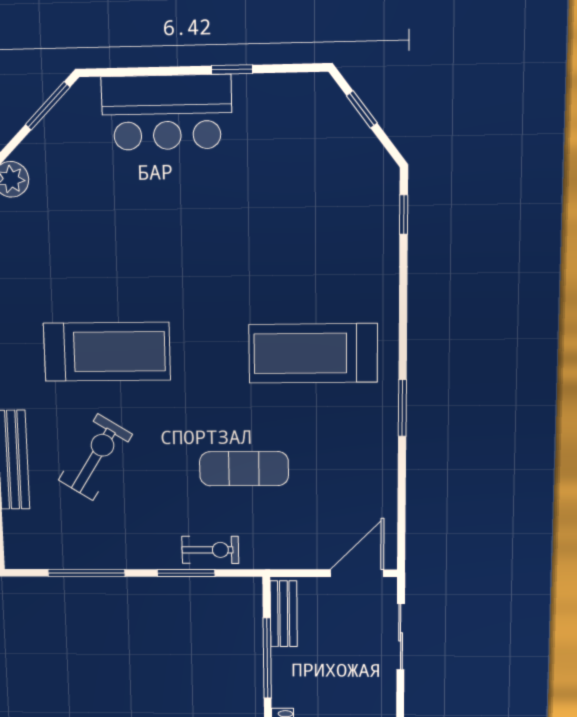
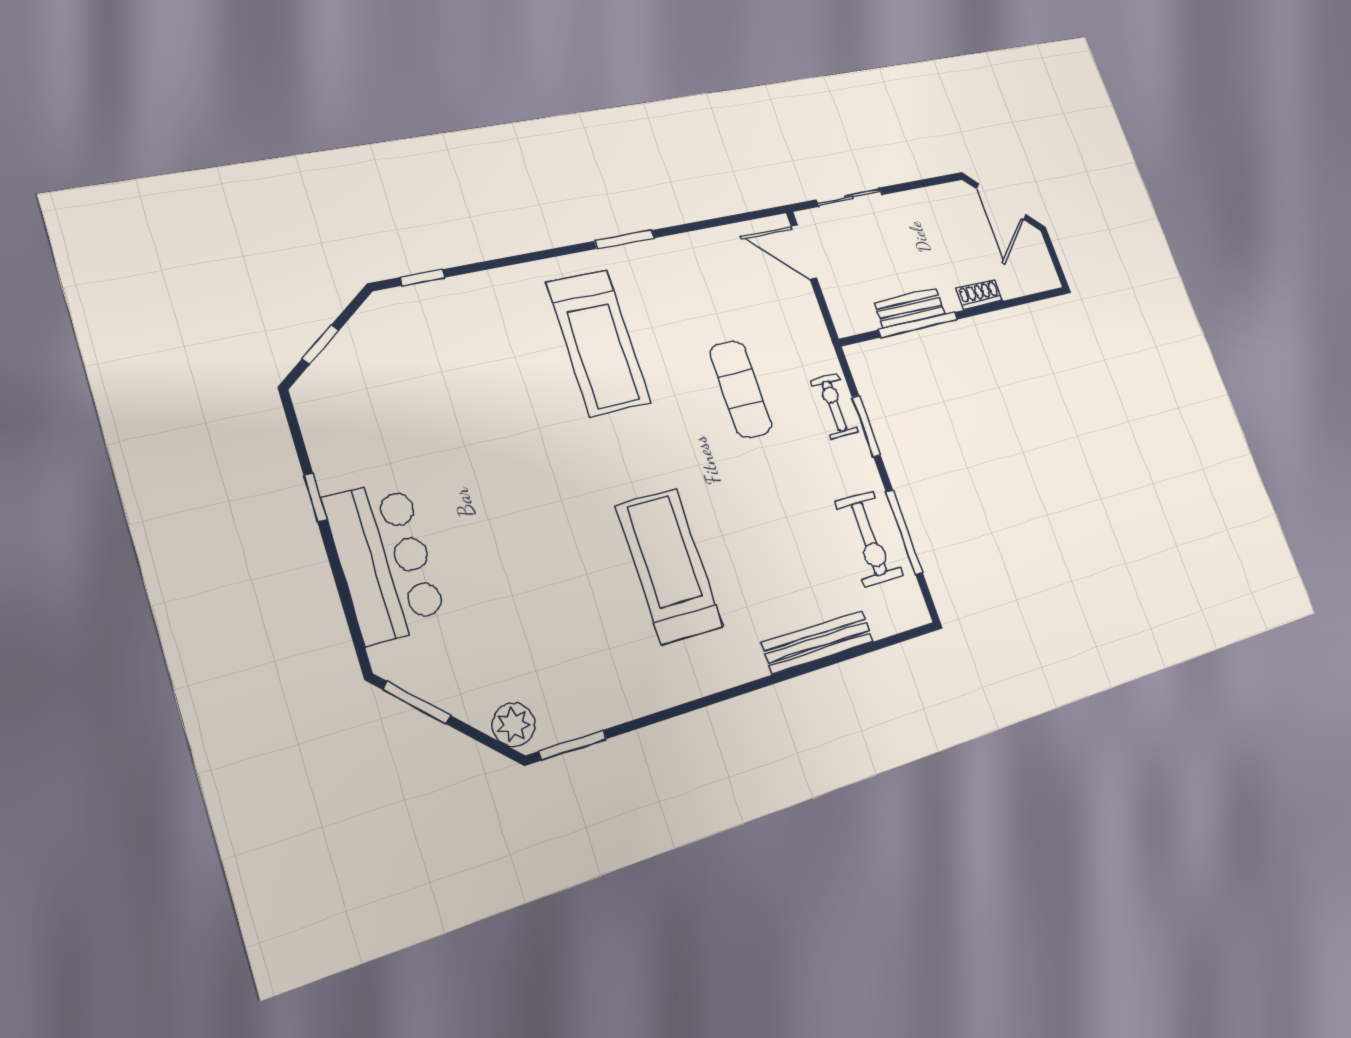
exercise bike: (95, 457) -> (869, 539), moved, turned -122
bench: (284, 614) -> (910, 308), moved

